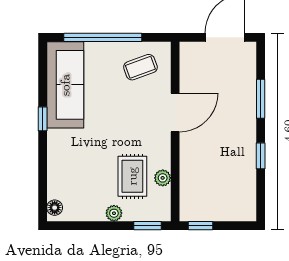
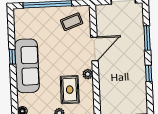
sofa: (65, 85) -> (27, 66), moved
plant: (163, 178) -> (88, 74), moved

